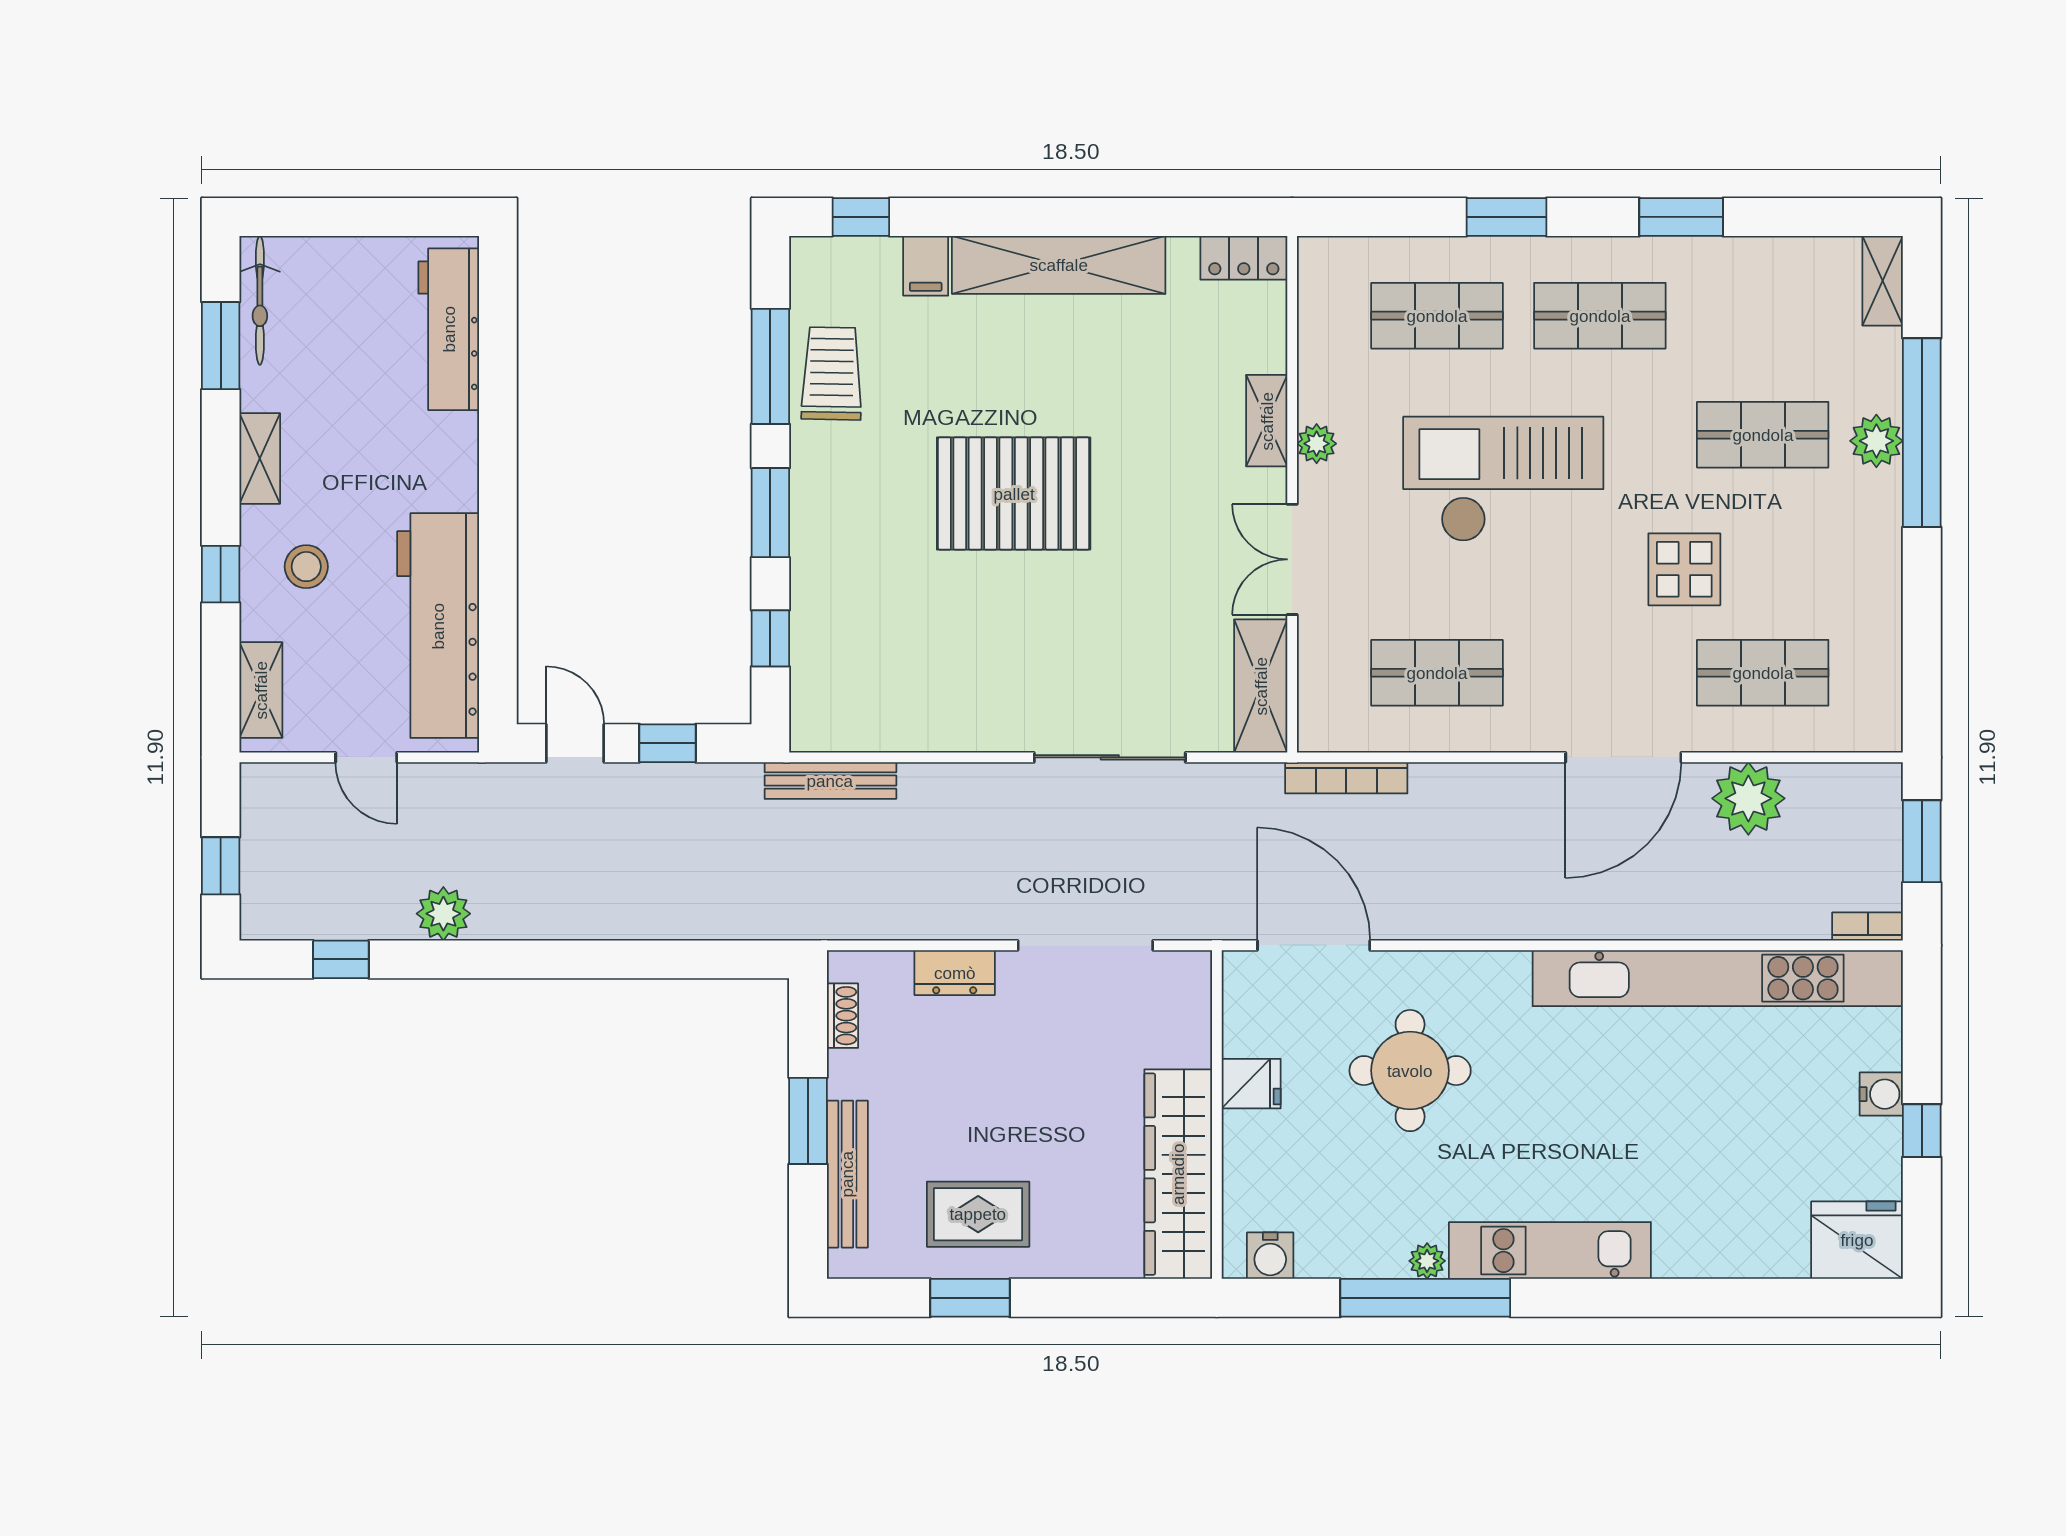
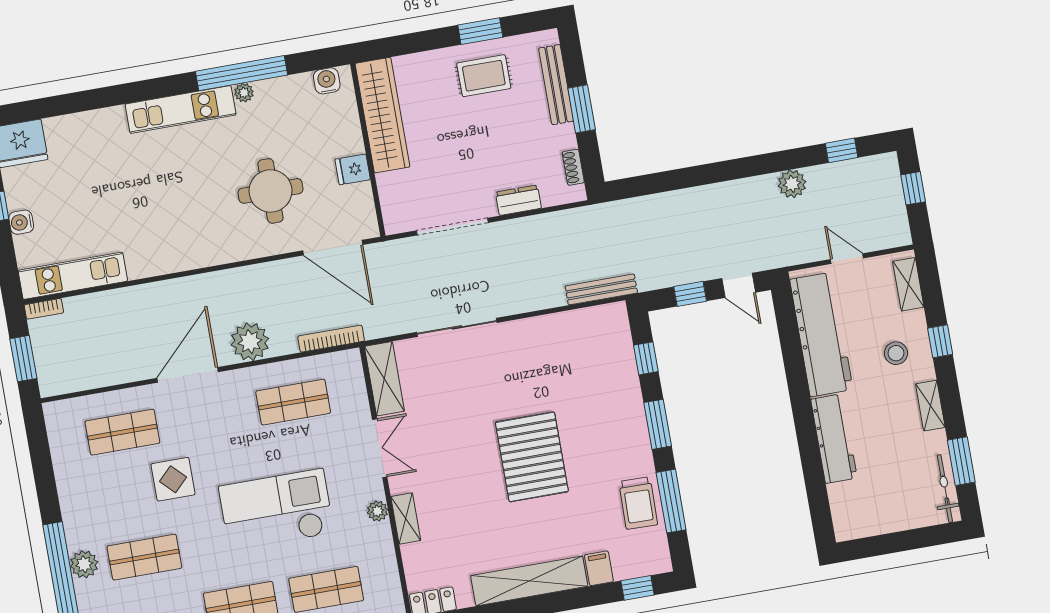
workbench: (449, 329) -> (834, 439), moved
checkout: (1503, 479) -> (276, 510), turned 180
pallet: (1014, 494) -> (532, 457), turned 90
plant: (1748, 798) -> (250, 342), moved
kitchen unit: (1718, 978) -> (73, 276), width x0.54

